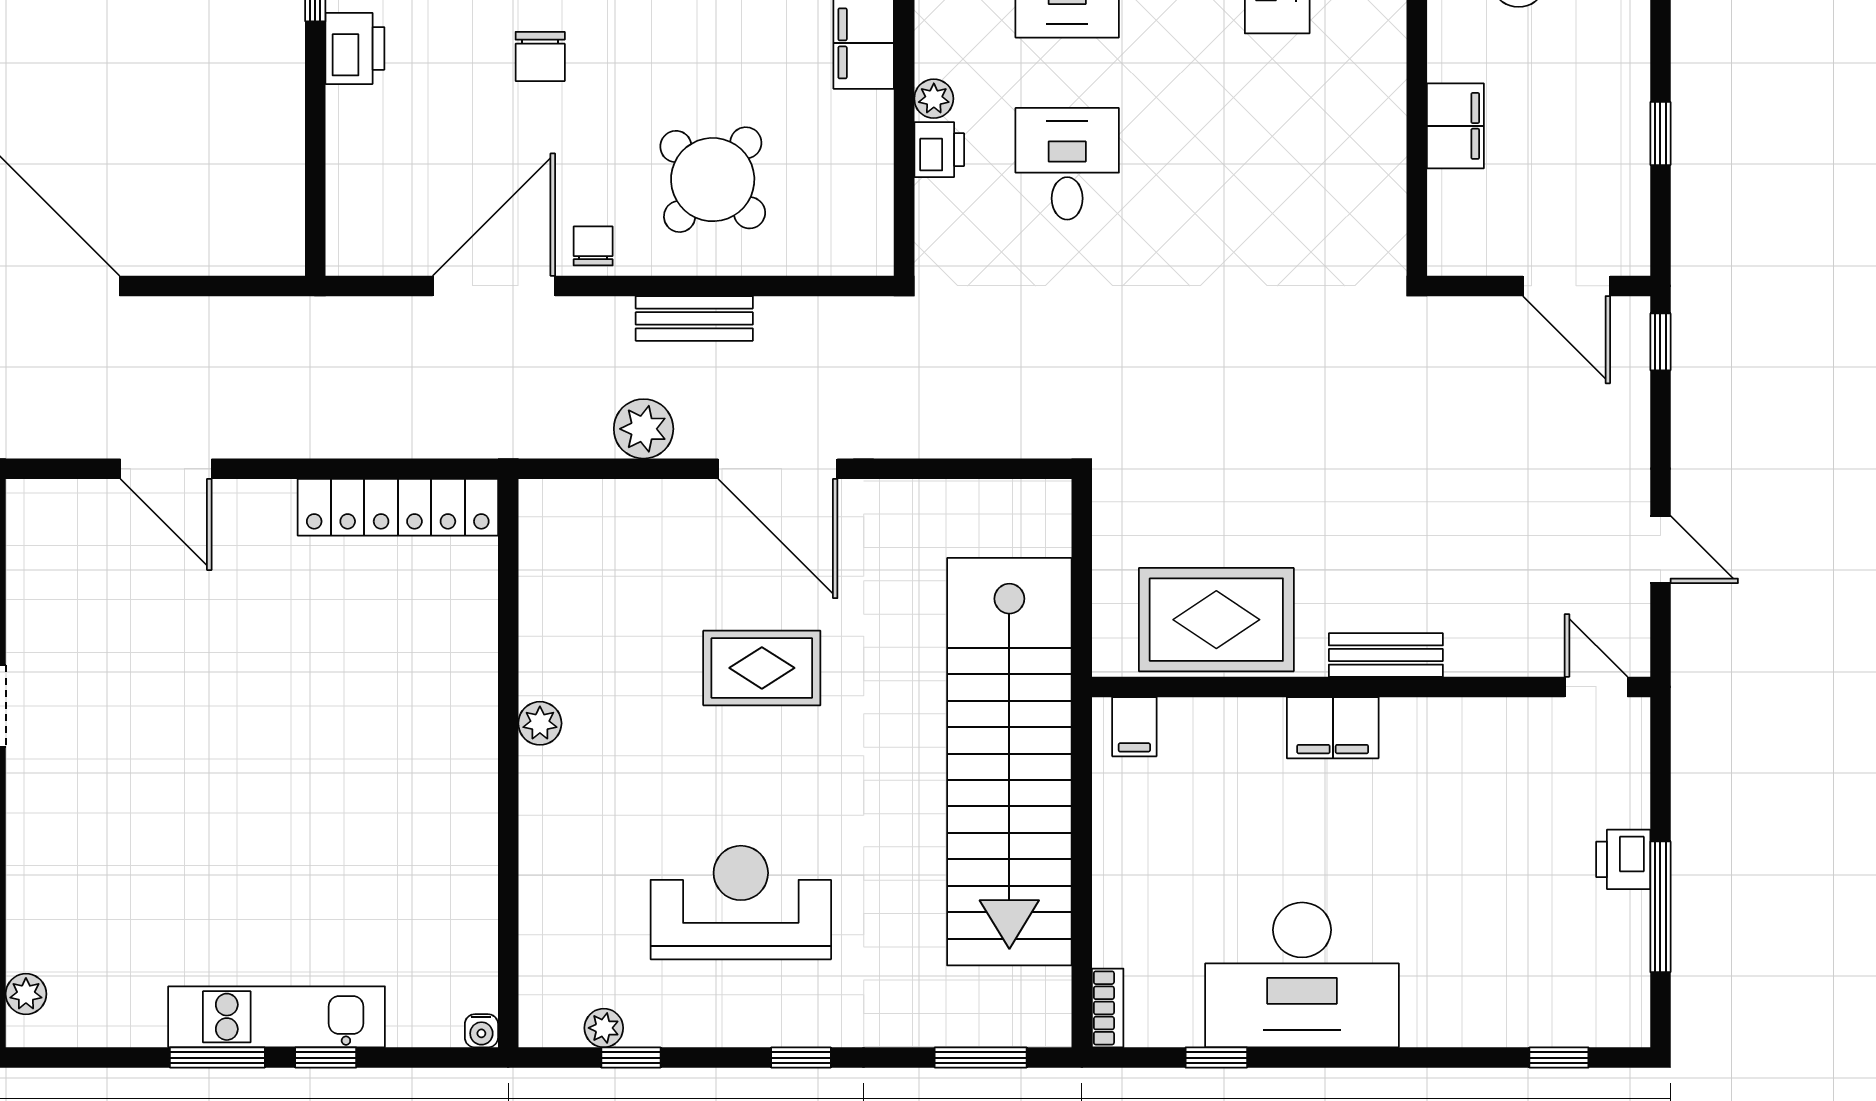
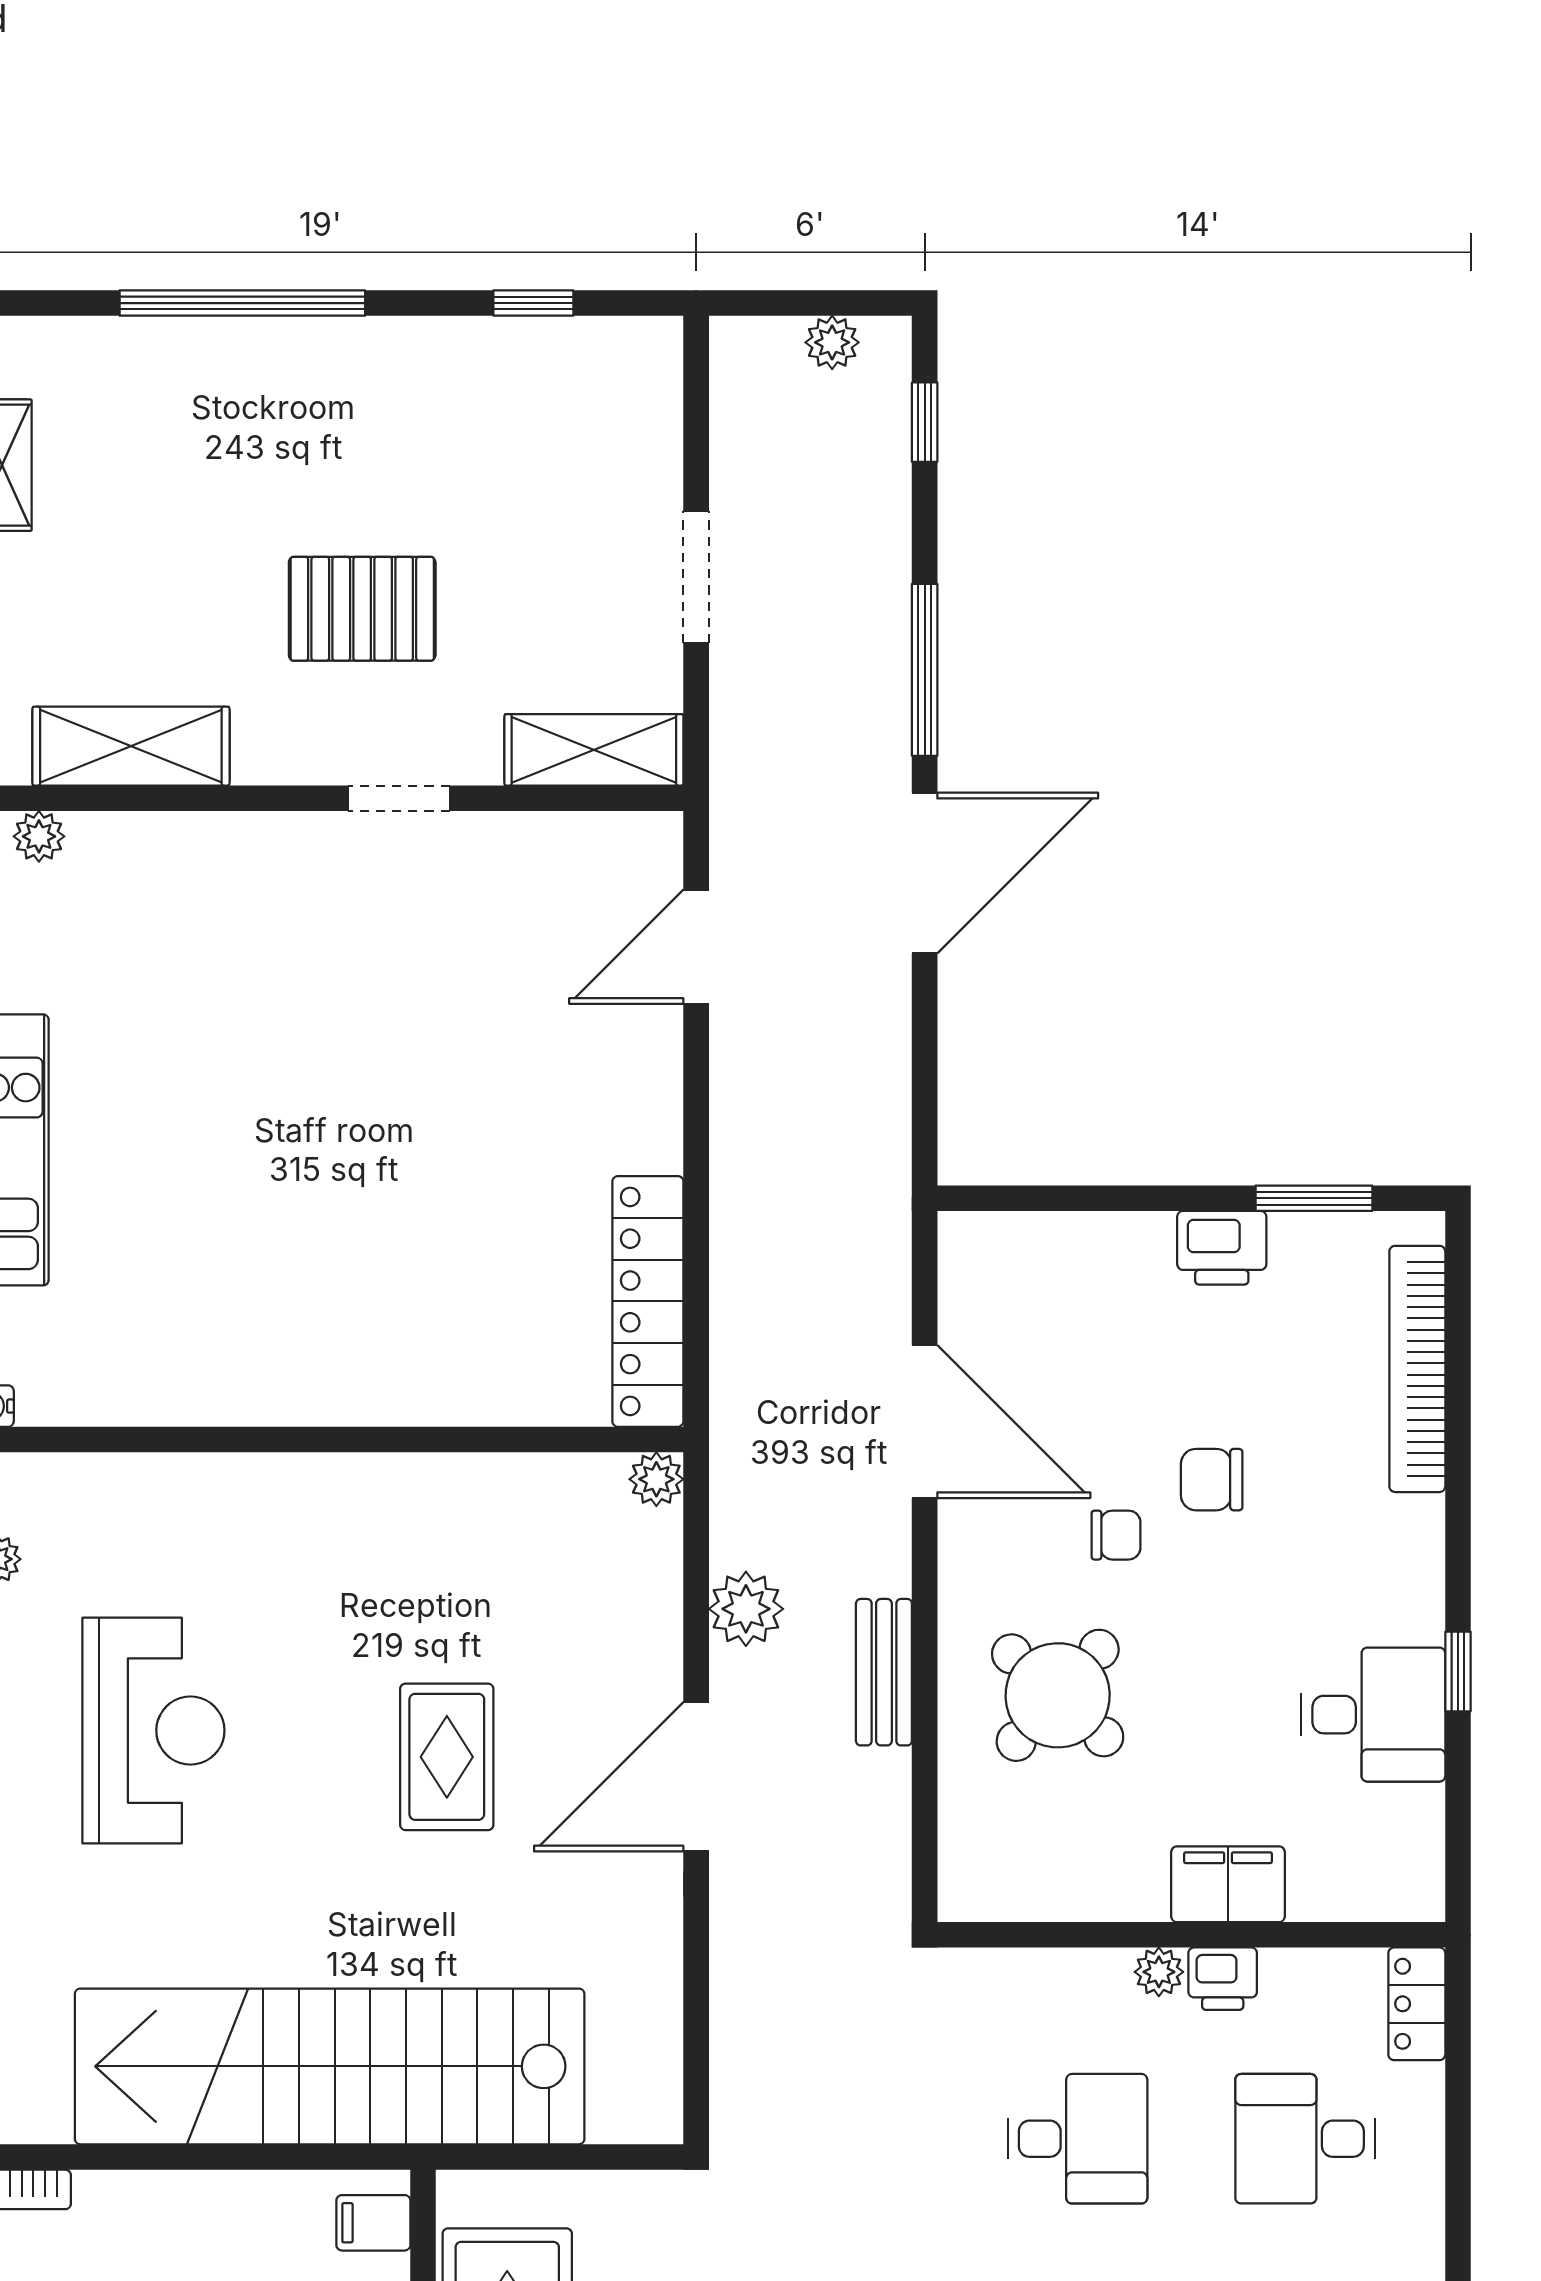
printer: (939, 150) -> (1223, 1979), moved
chair: (593, 246) -> (1116, 1535), moved
door: (166, 469) -> (696, 947), moved
plant: (540, 723) -> (656, 1479), moved

